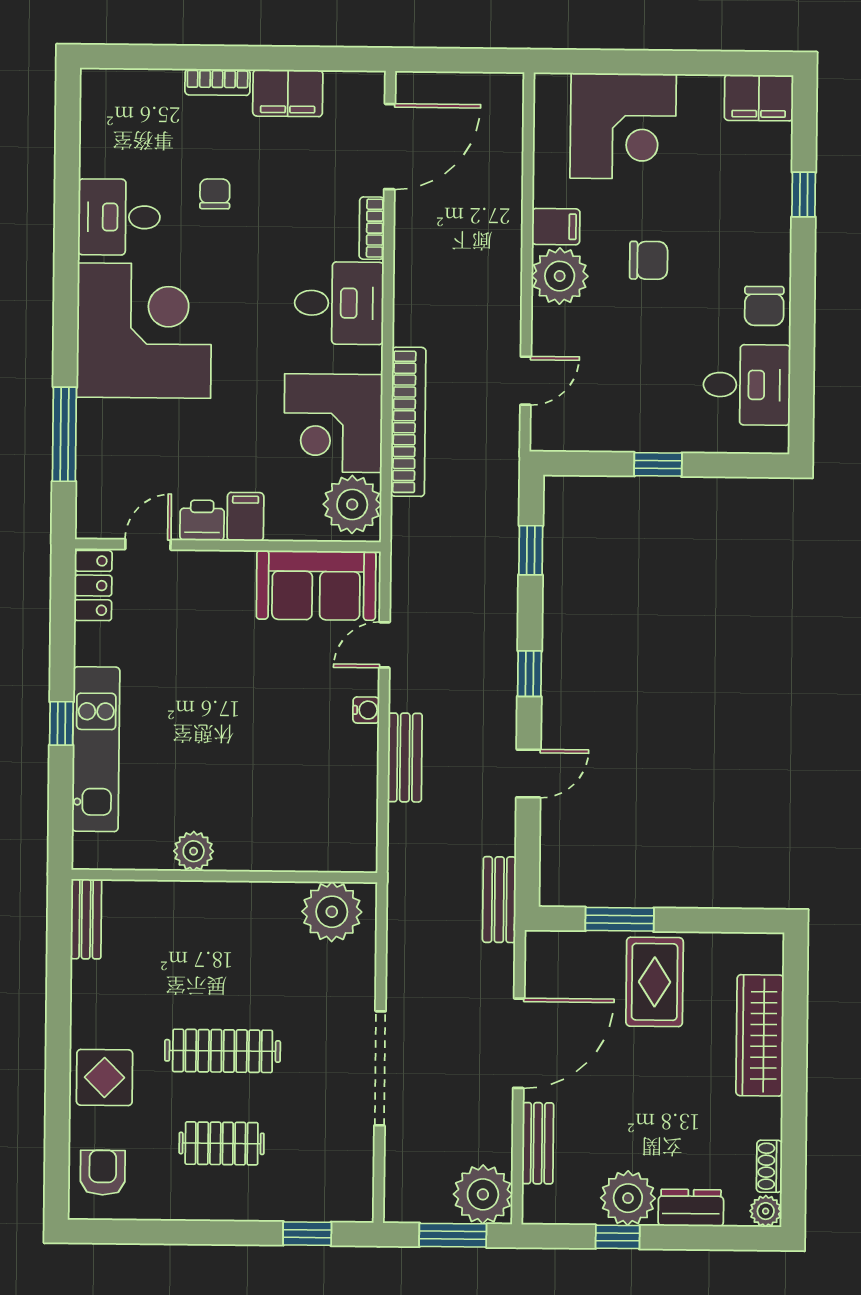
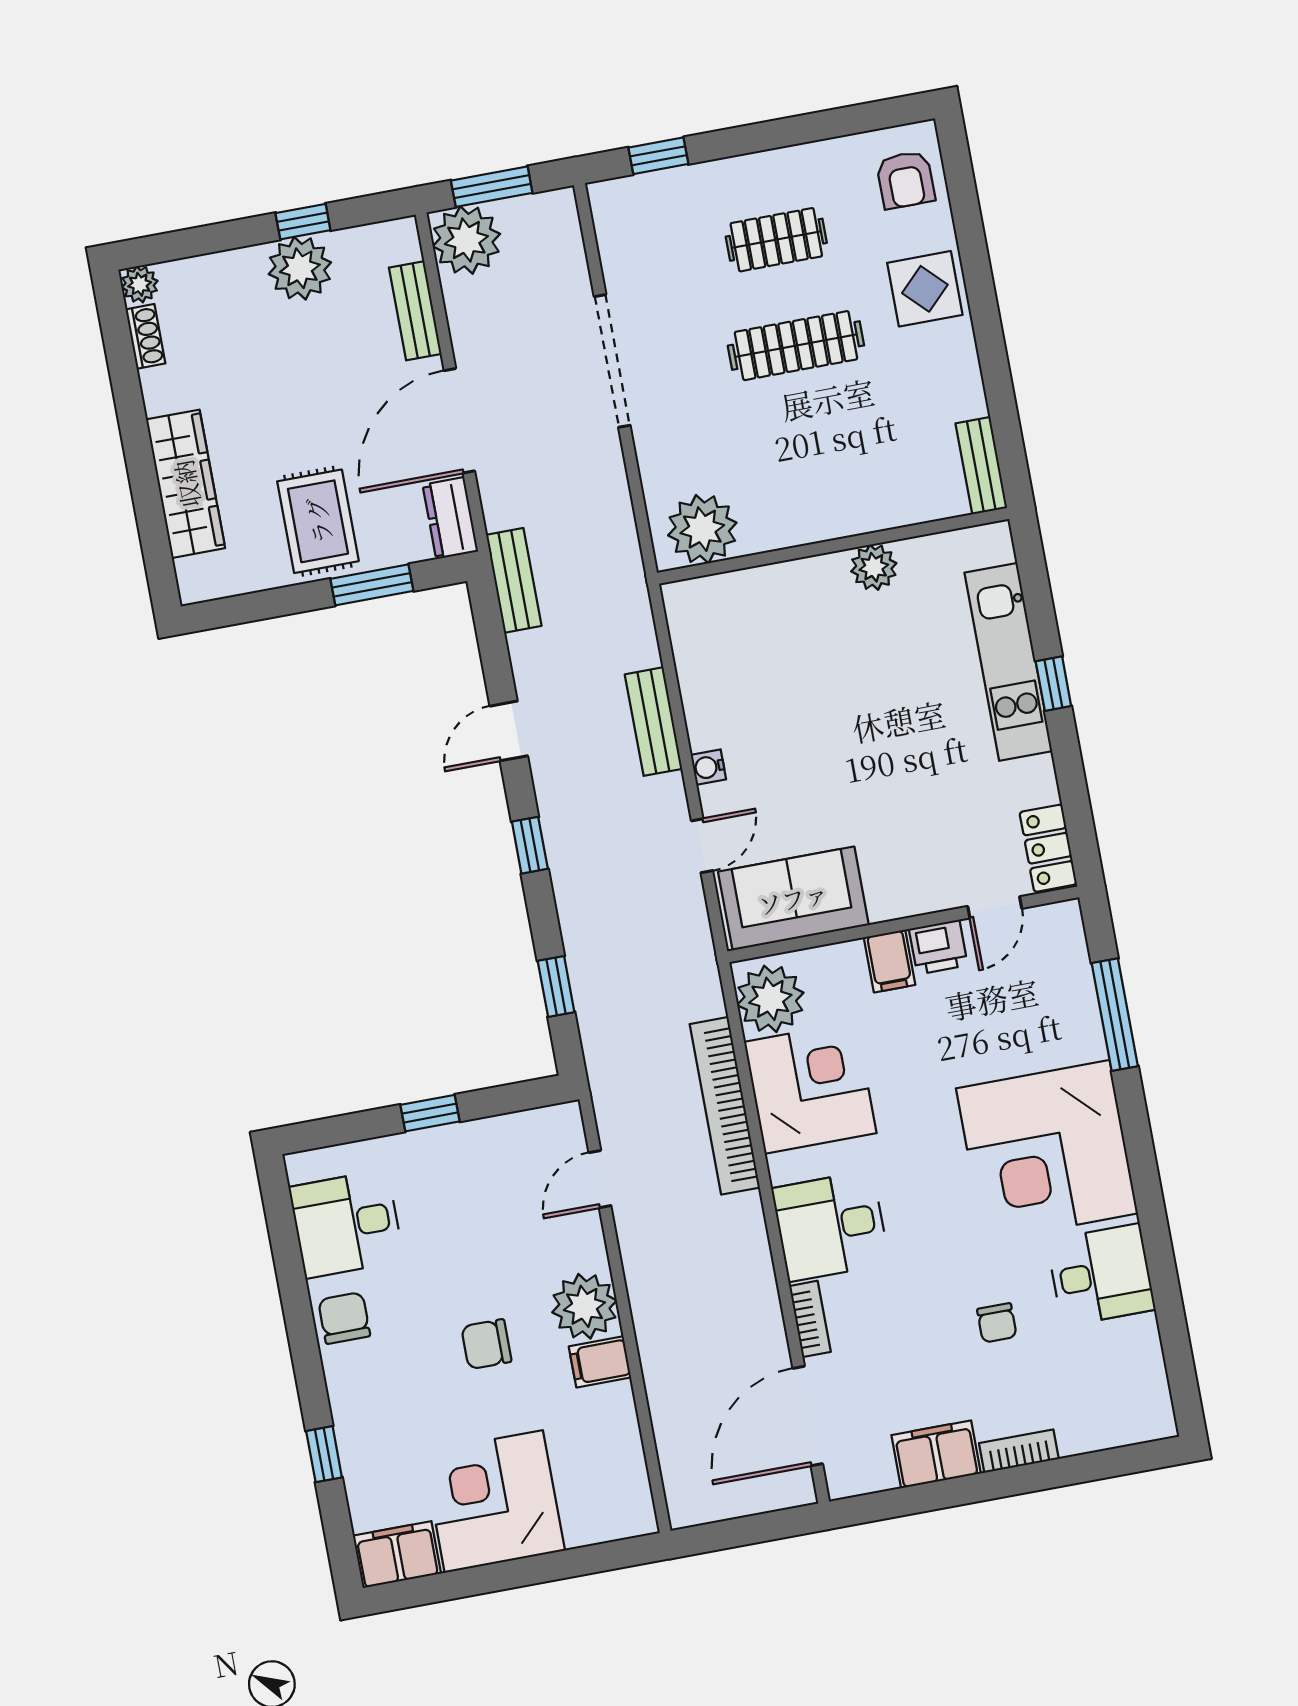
corner desk: (623, 126) -> (494, 1501), moved
dresser: (691, 1208) -> (450, 518), moved, turned 90

